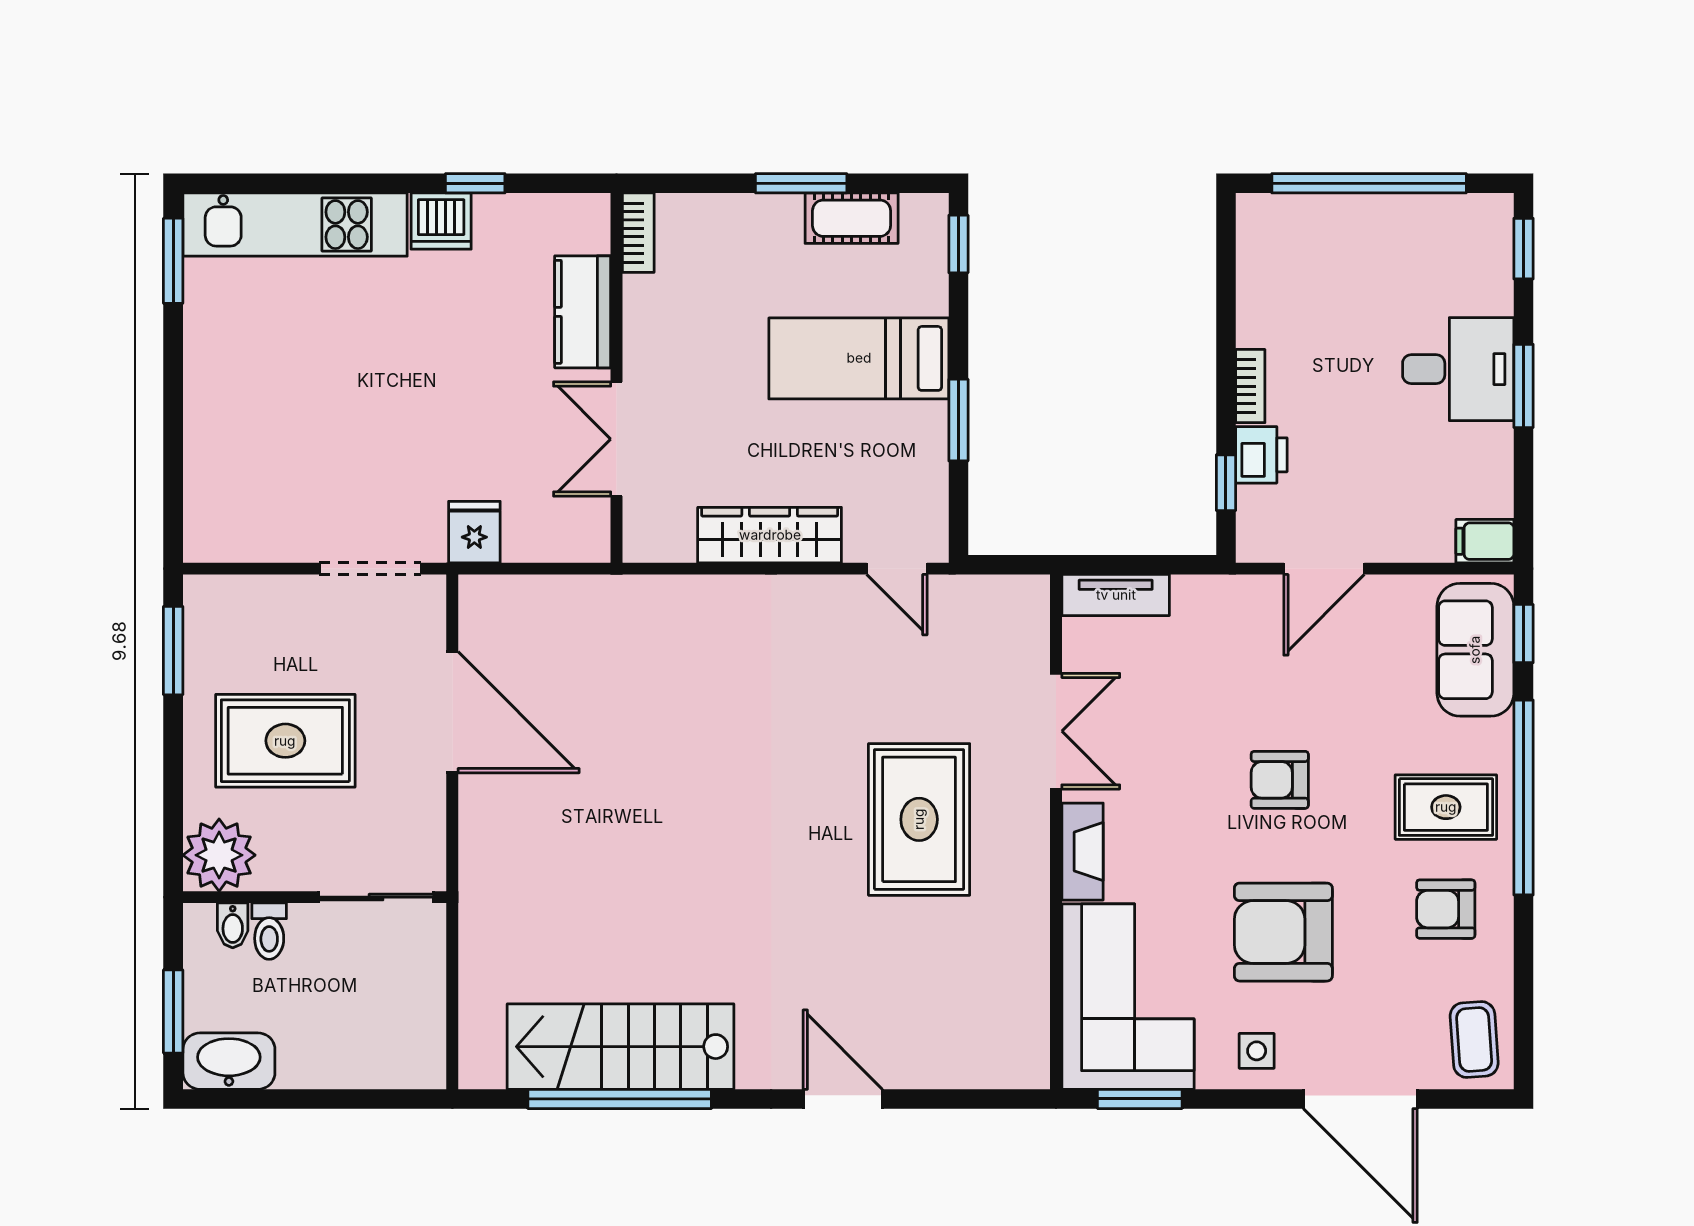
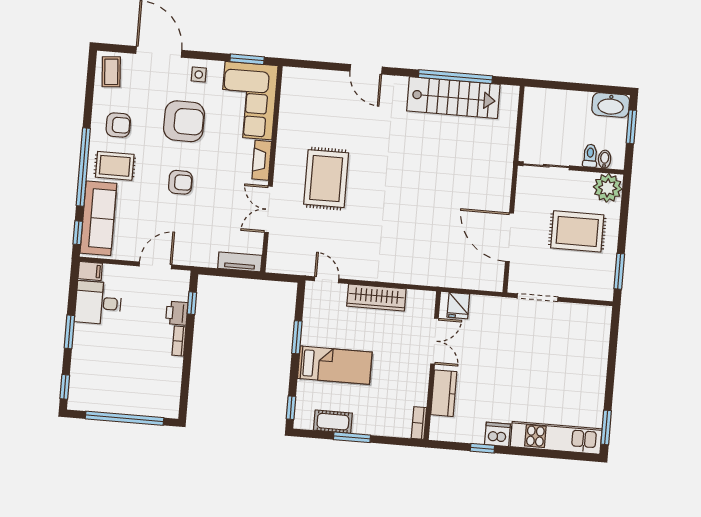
desk: (1458, 369) -> (98, 303), moved
fridge: (474, 532) -> (458, 306), moved
sofa: (1475, 650) -> (98, 218), width x1.36

